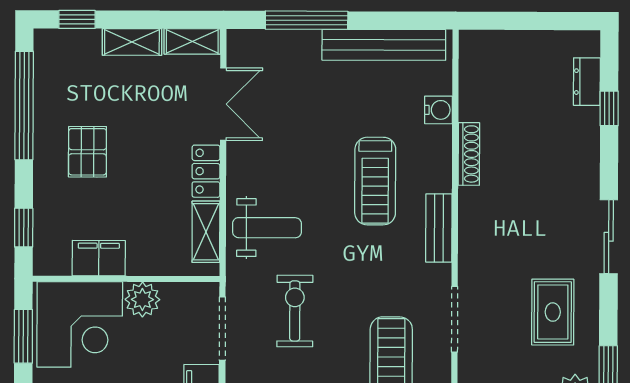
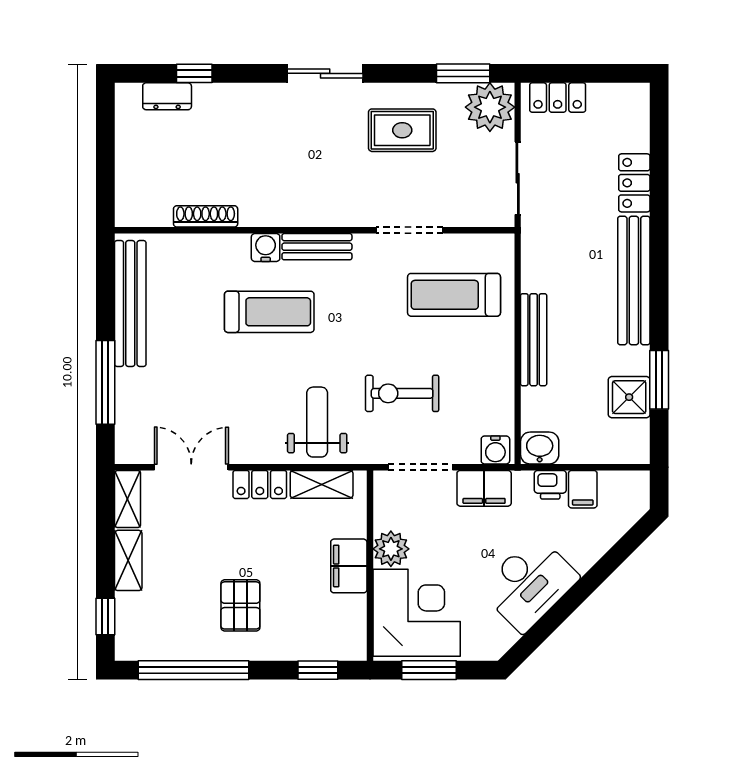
water cooler: (438, 110) -> (266, 247), moved
pallet: (87, 152) -> (240, 605), turned 90
shoe rack: (469, 154) -> (206, 216), moved
filing cabinet: (99, 258) -> (349, 566), moved

